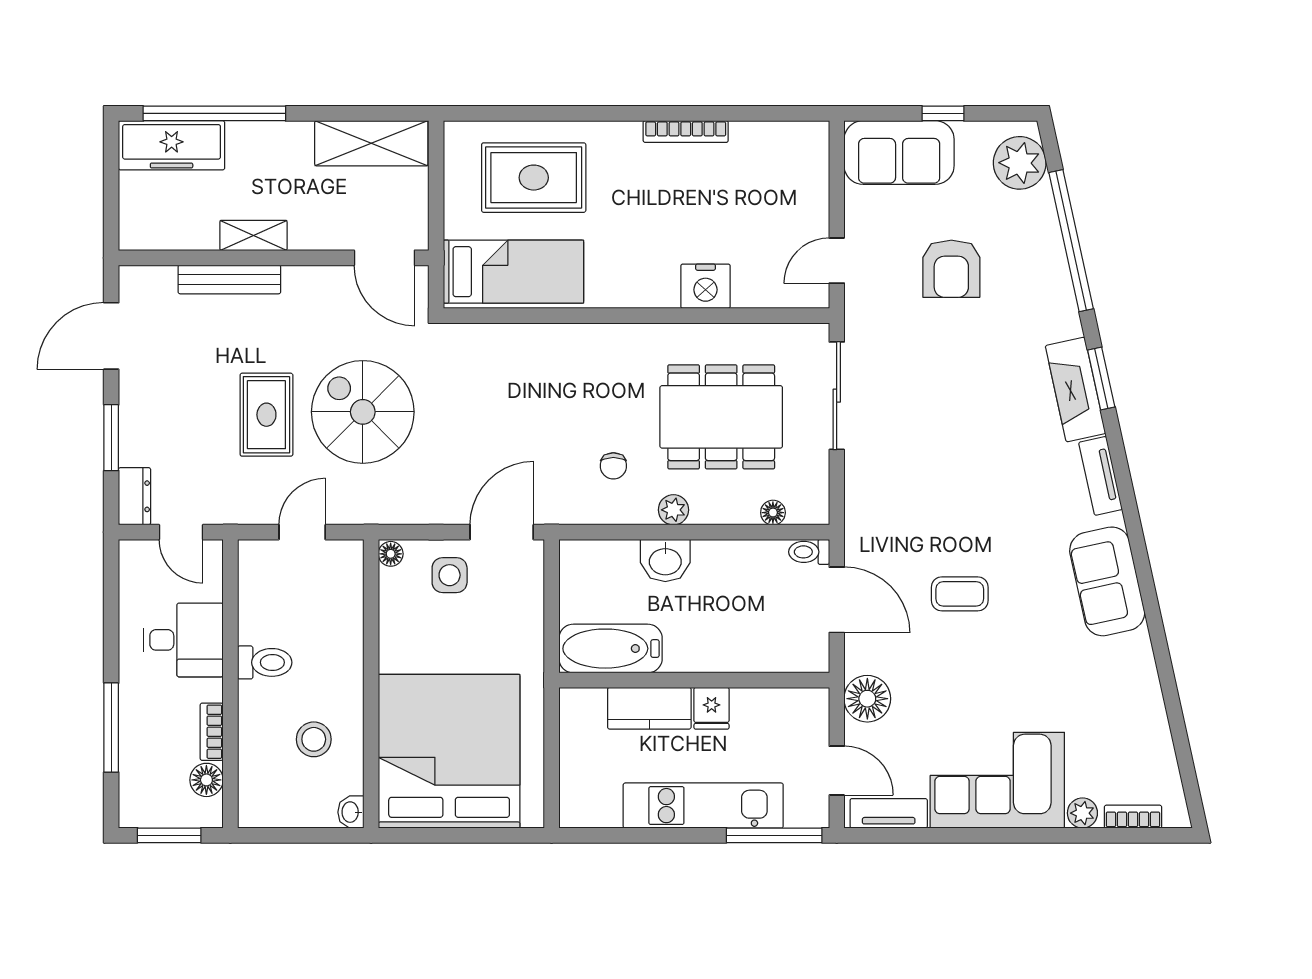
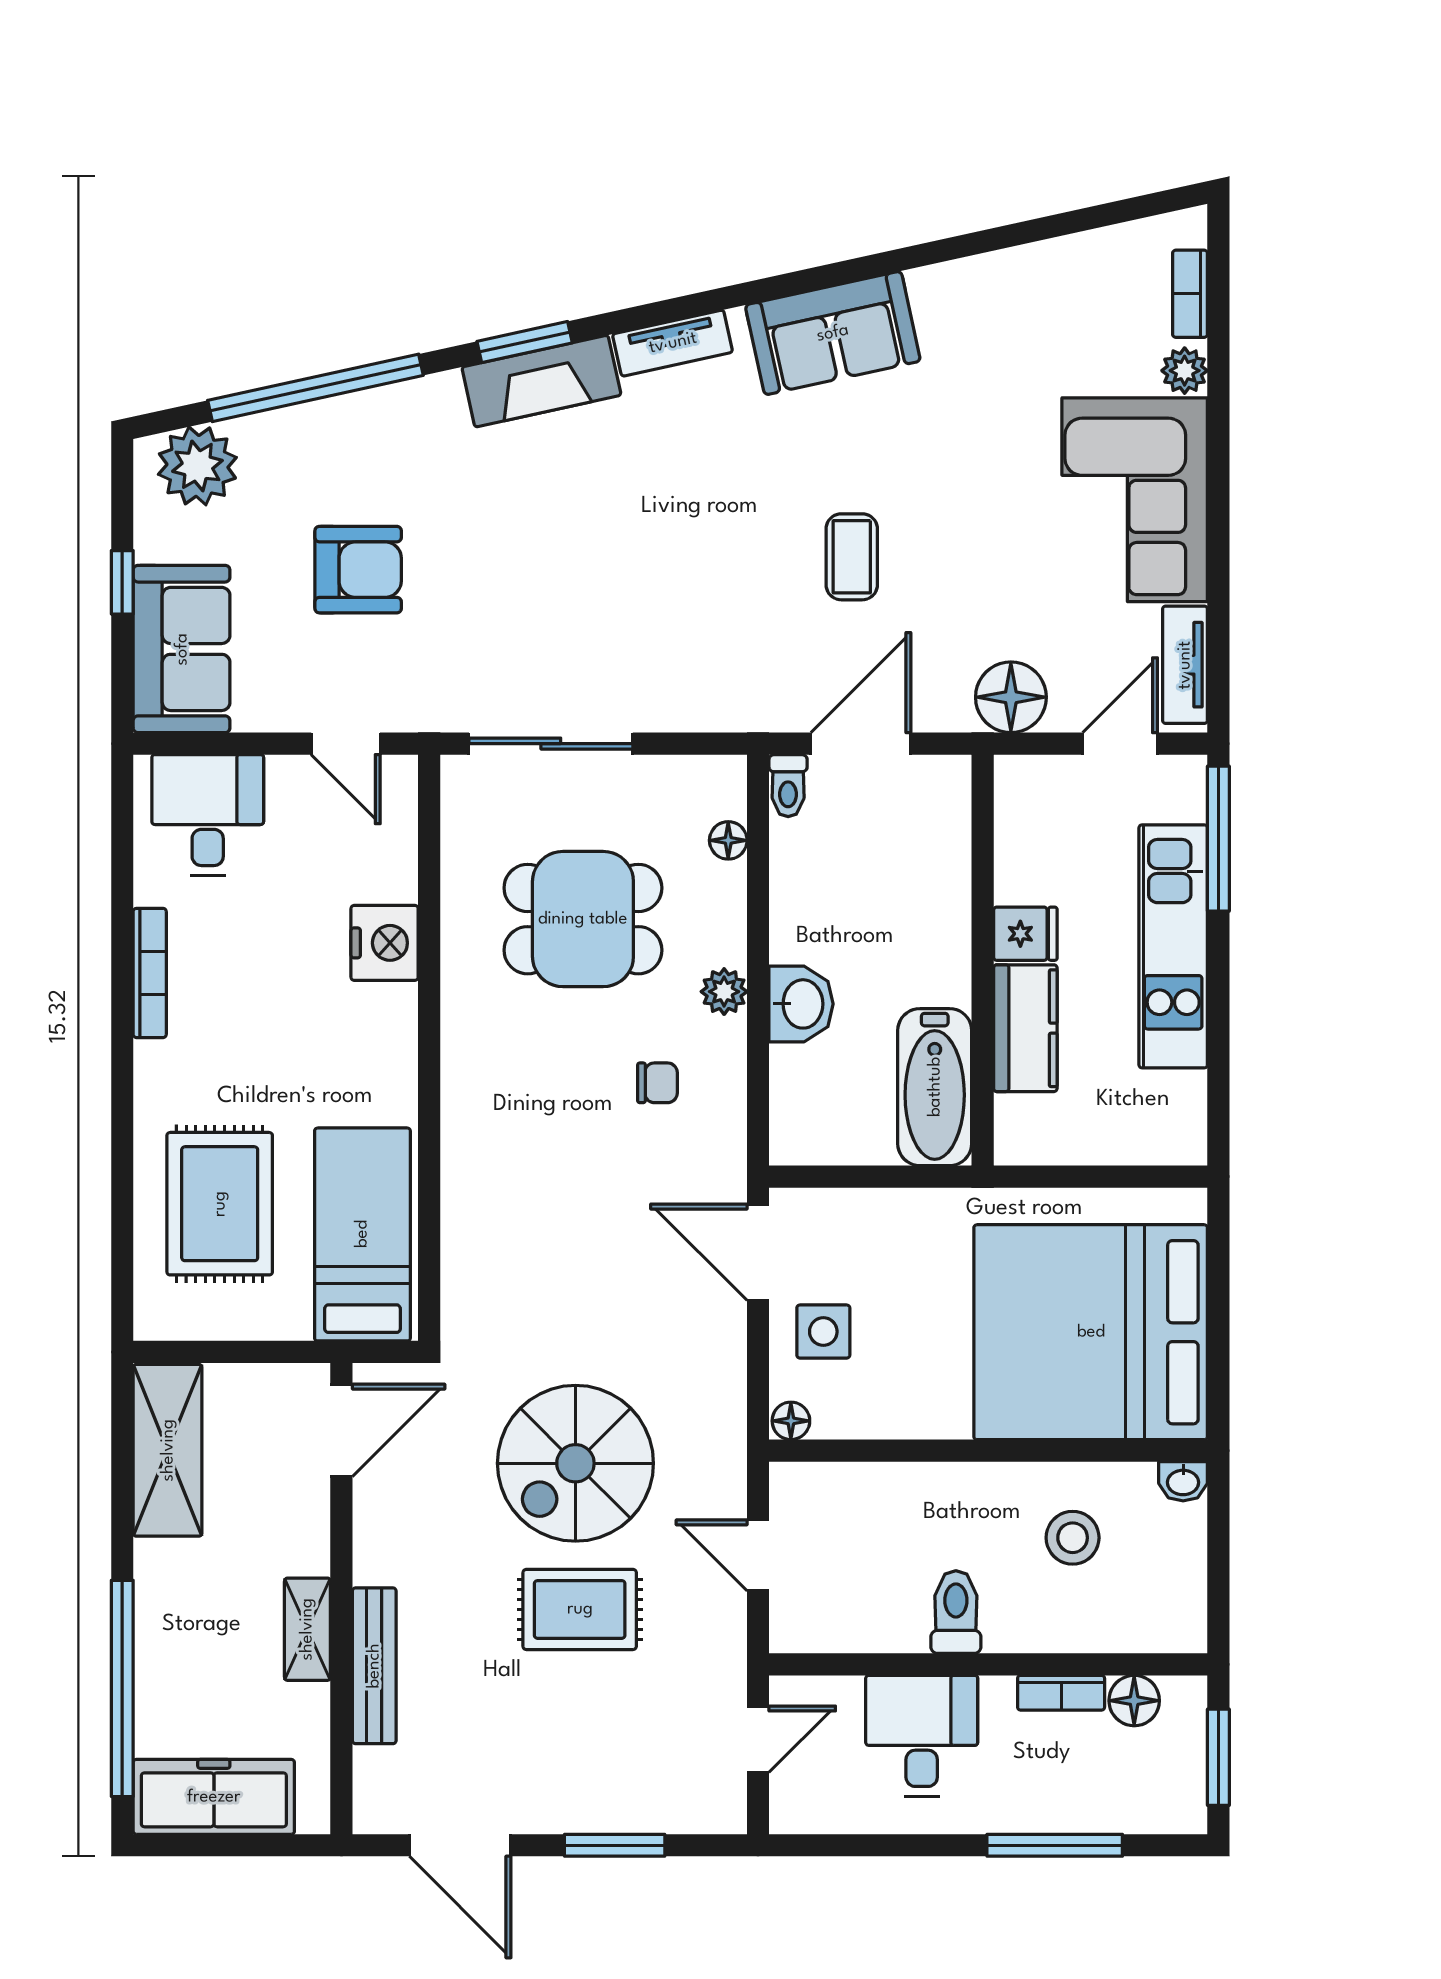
freezer: (172, 145) -> (214, 1797), moved, turned -90
desk: (790, 170) -> (208, 815), added
dining table: (721, 417) -> (583, 919), width x0.73
dresser: (135, 496) -> (704, 1810), removed

